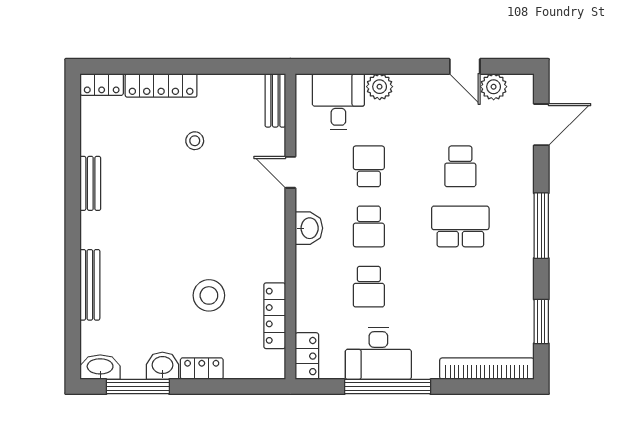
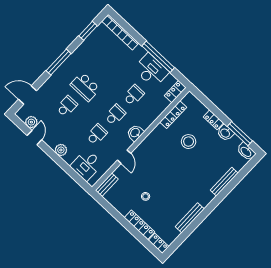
plant: (380, 87) -> (61, 150), moved
school desk: (369, 166) -> (97, 134), turned 180
bench: (90, 183) -> (190, 218), width x1.36

